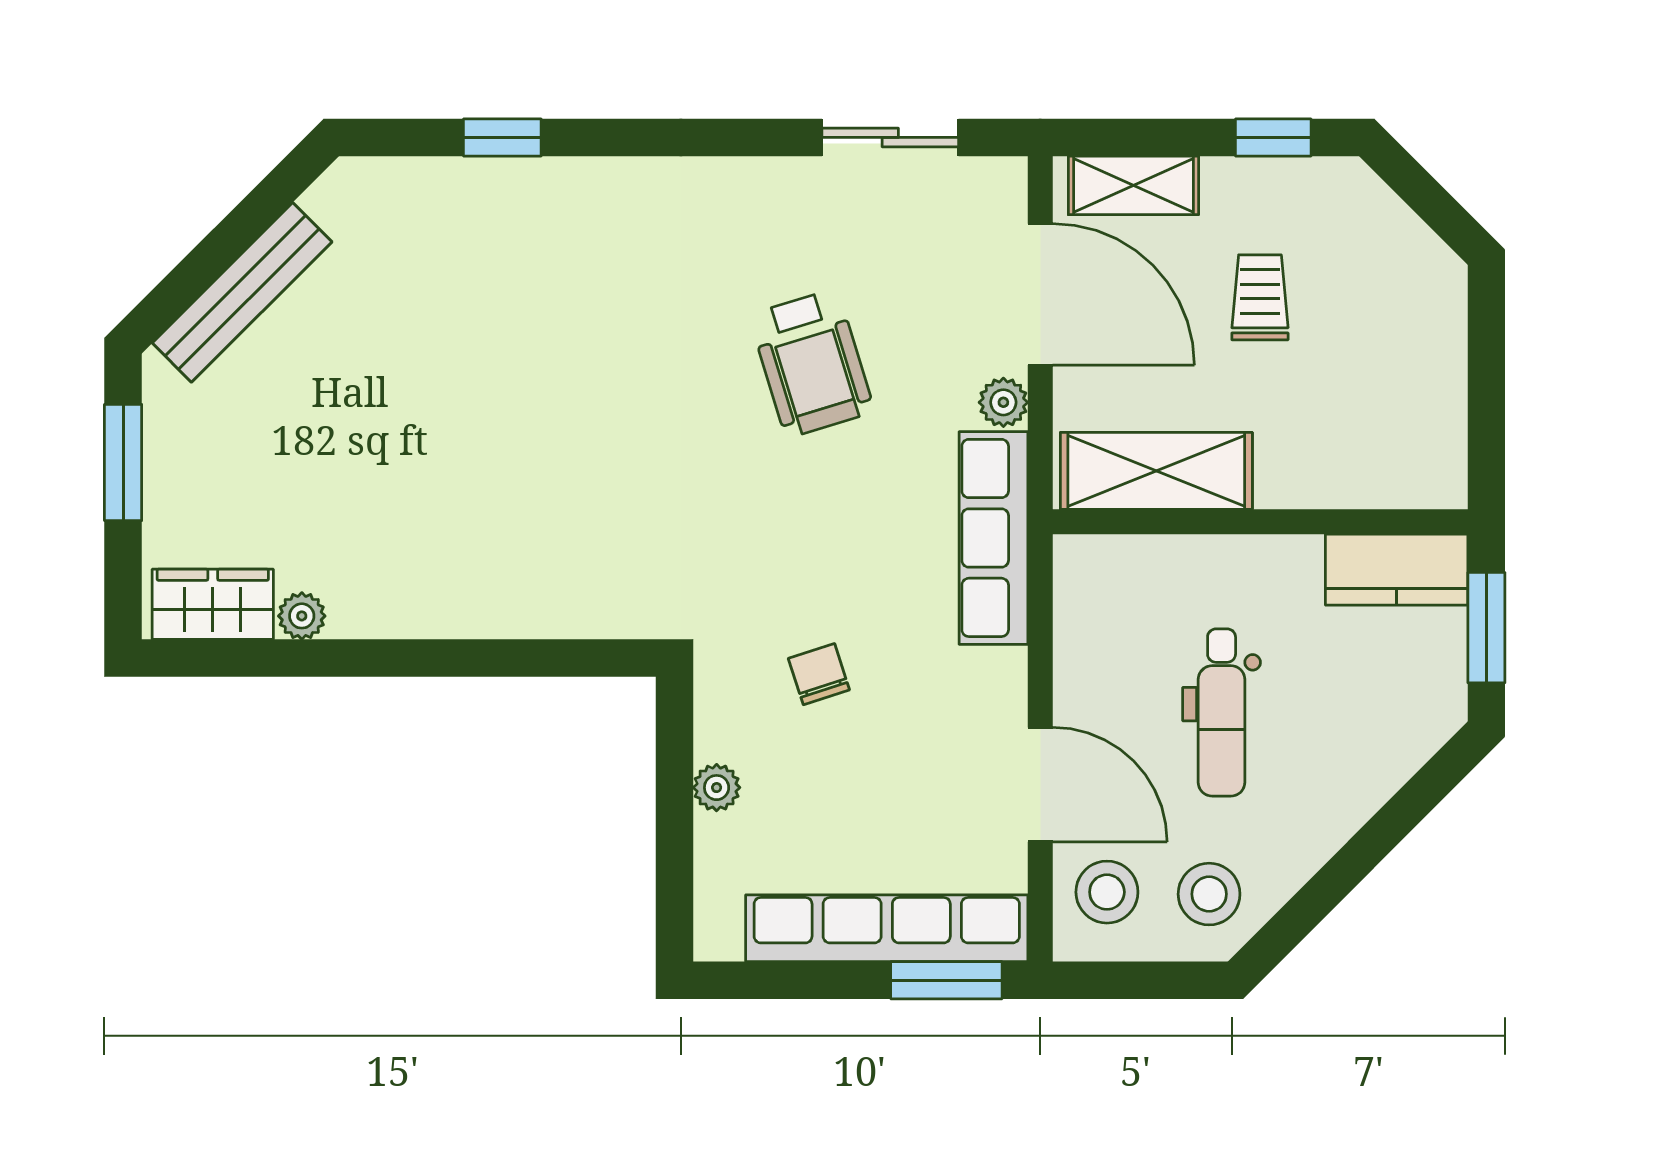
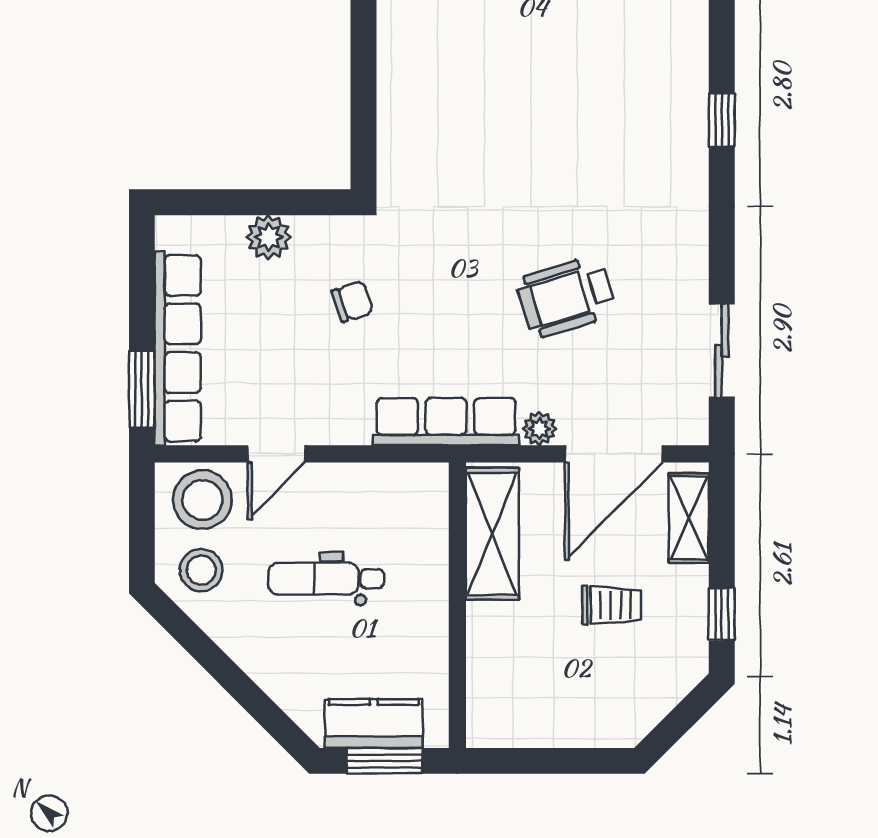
window: (502, 137) -> (722, 120), moved
kitchen counter: (1397, 570) -> (374, 724), moved, turned 90
door: (1040, 785) -> (276, 454), width x0.73
plant: (717, 788) -> (268, 237), width x1.38, depth x1.38
stool: (1107, 892) -> (203, 500), width x1.38, depth x1.38

